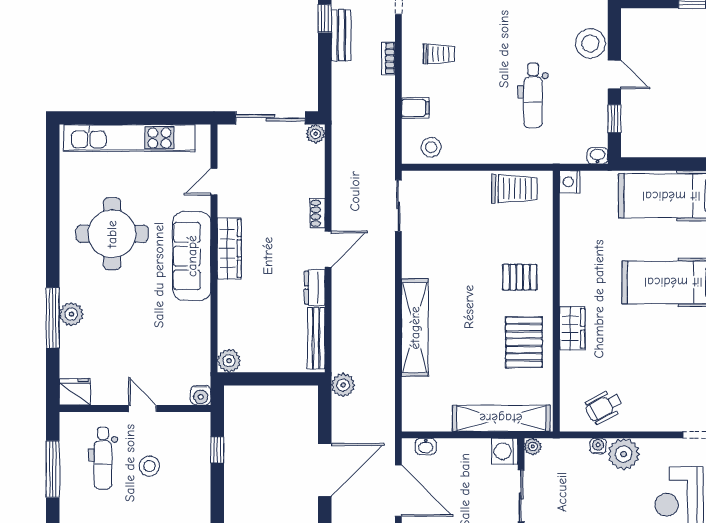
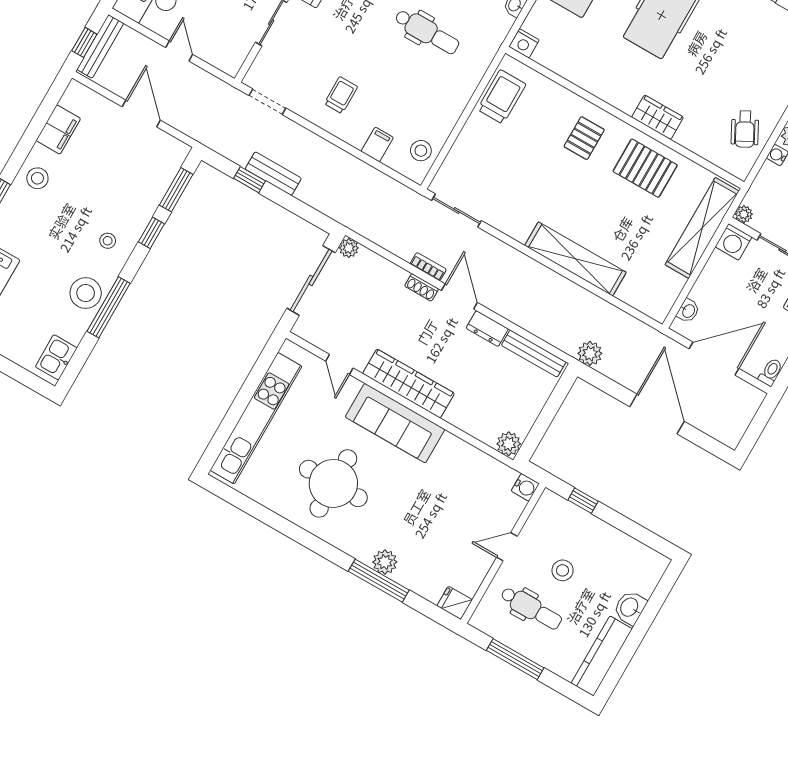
bookcase: (388, 58) -> (428, 267), moved, turned 180
wardrobe: (229, 248) -> (408, 383), width x1.40, depth x1.17
fridge: (75, 392) -> (455, 603), width x0.72

